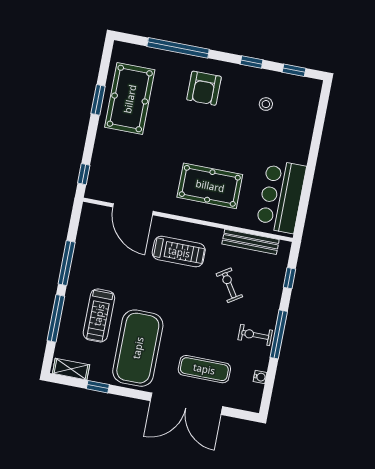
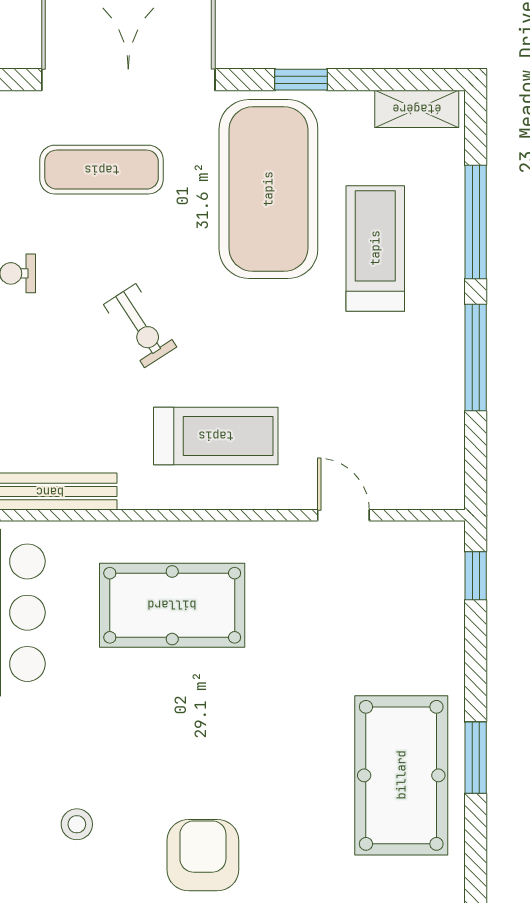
armchair: (204, 88) -> (203, 855), moved
door: (133, 209) -> (343, 515), width x0.53
treadmill: (179, 252) -> (216, 436), turned 180
exercise bike: (229, 285) -> (140, 326), moved
window: (98, 387) -> (301, 80), moved

